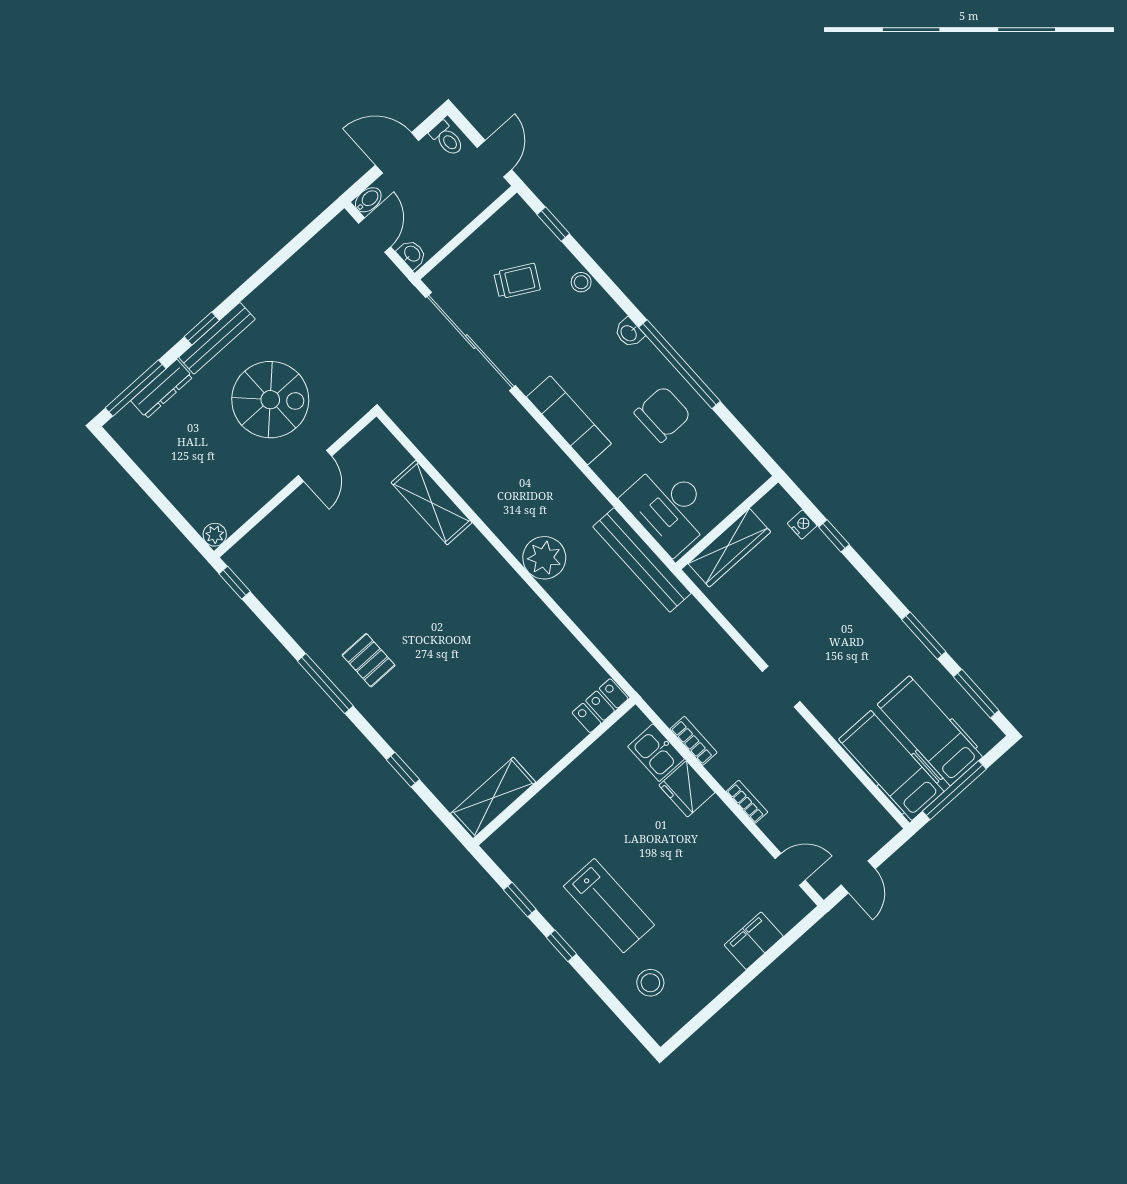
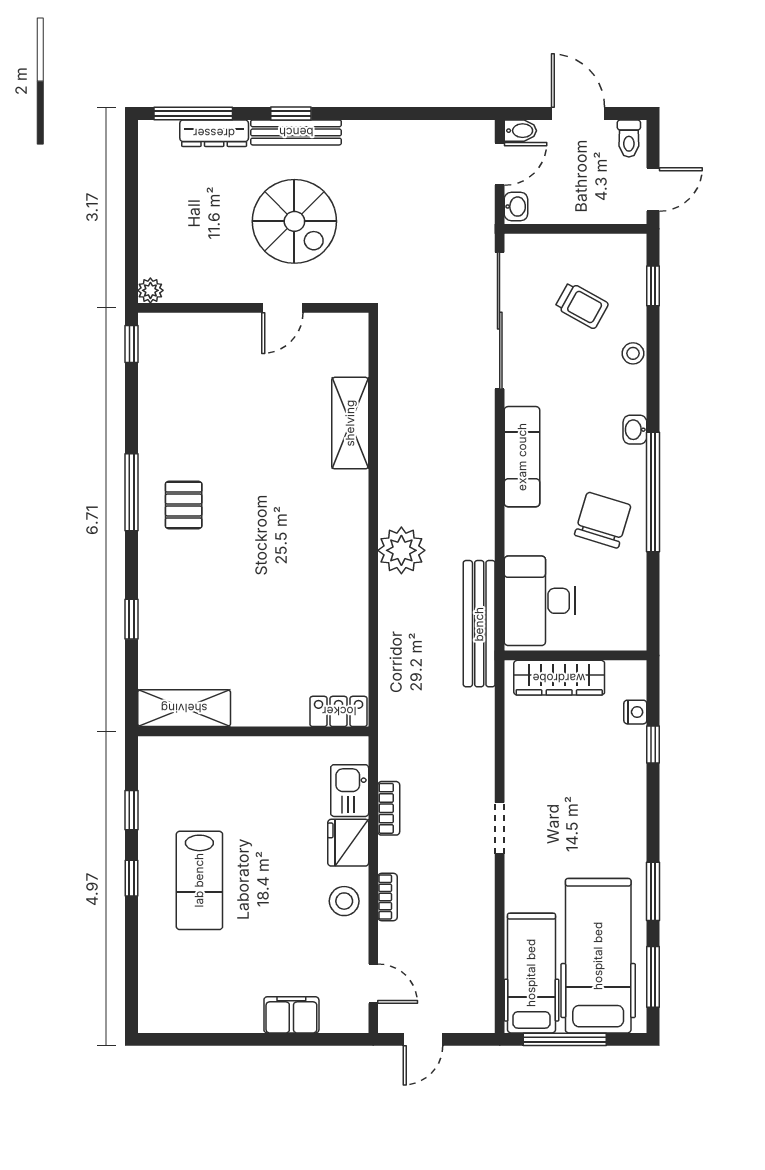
chair: (663, 414) -> (603, 520), turned -73
hospital bed: (930, 731) -> (598, 956), width x1.37, depth x1.29
stool: (650, 983) -> (344, 901), moved

